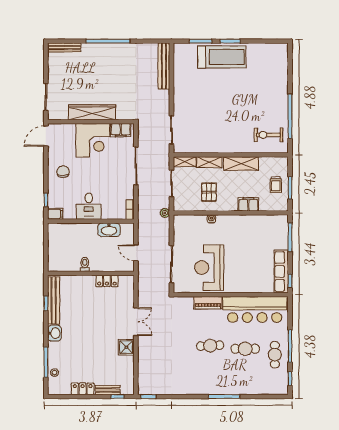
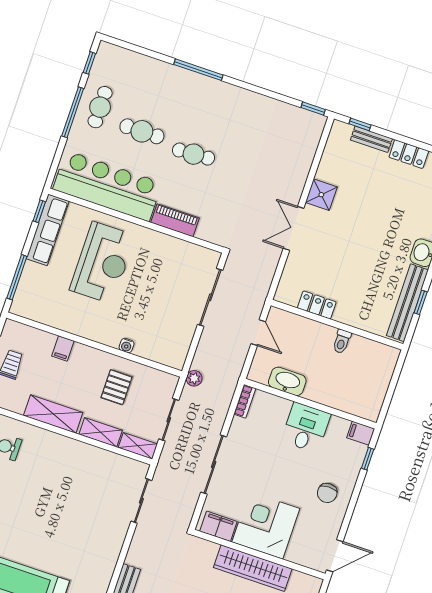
filing cabinet: (248, 204) -> (63, 348), width x0.50
reception desk: (209, 268) -> (103, 263), moved

